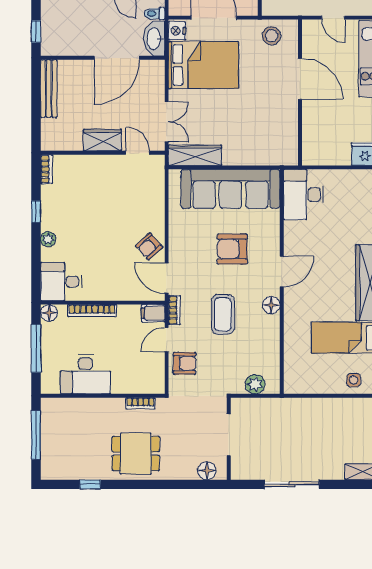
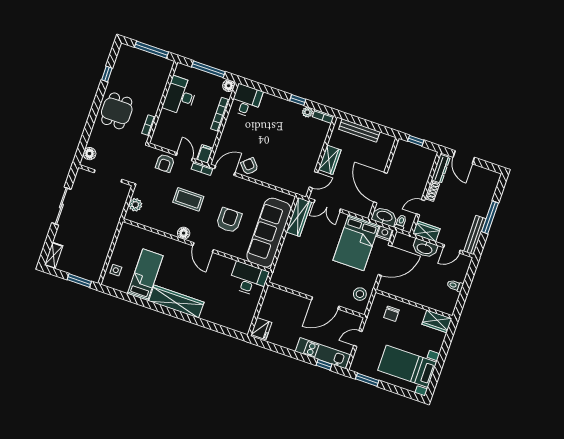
bench: (49, 89) -> (359, 131), moved
plant: (48, 239) -> (307, 112), moved

